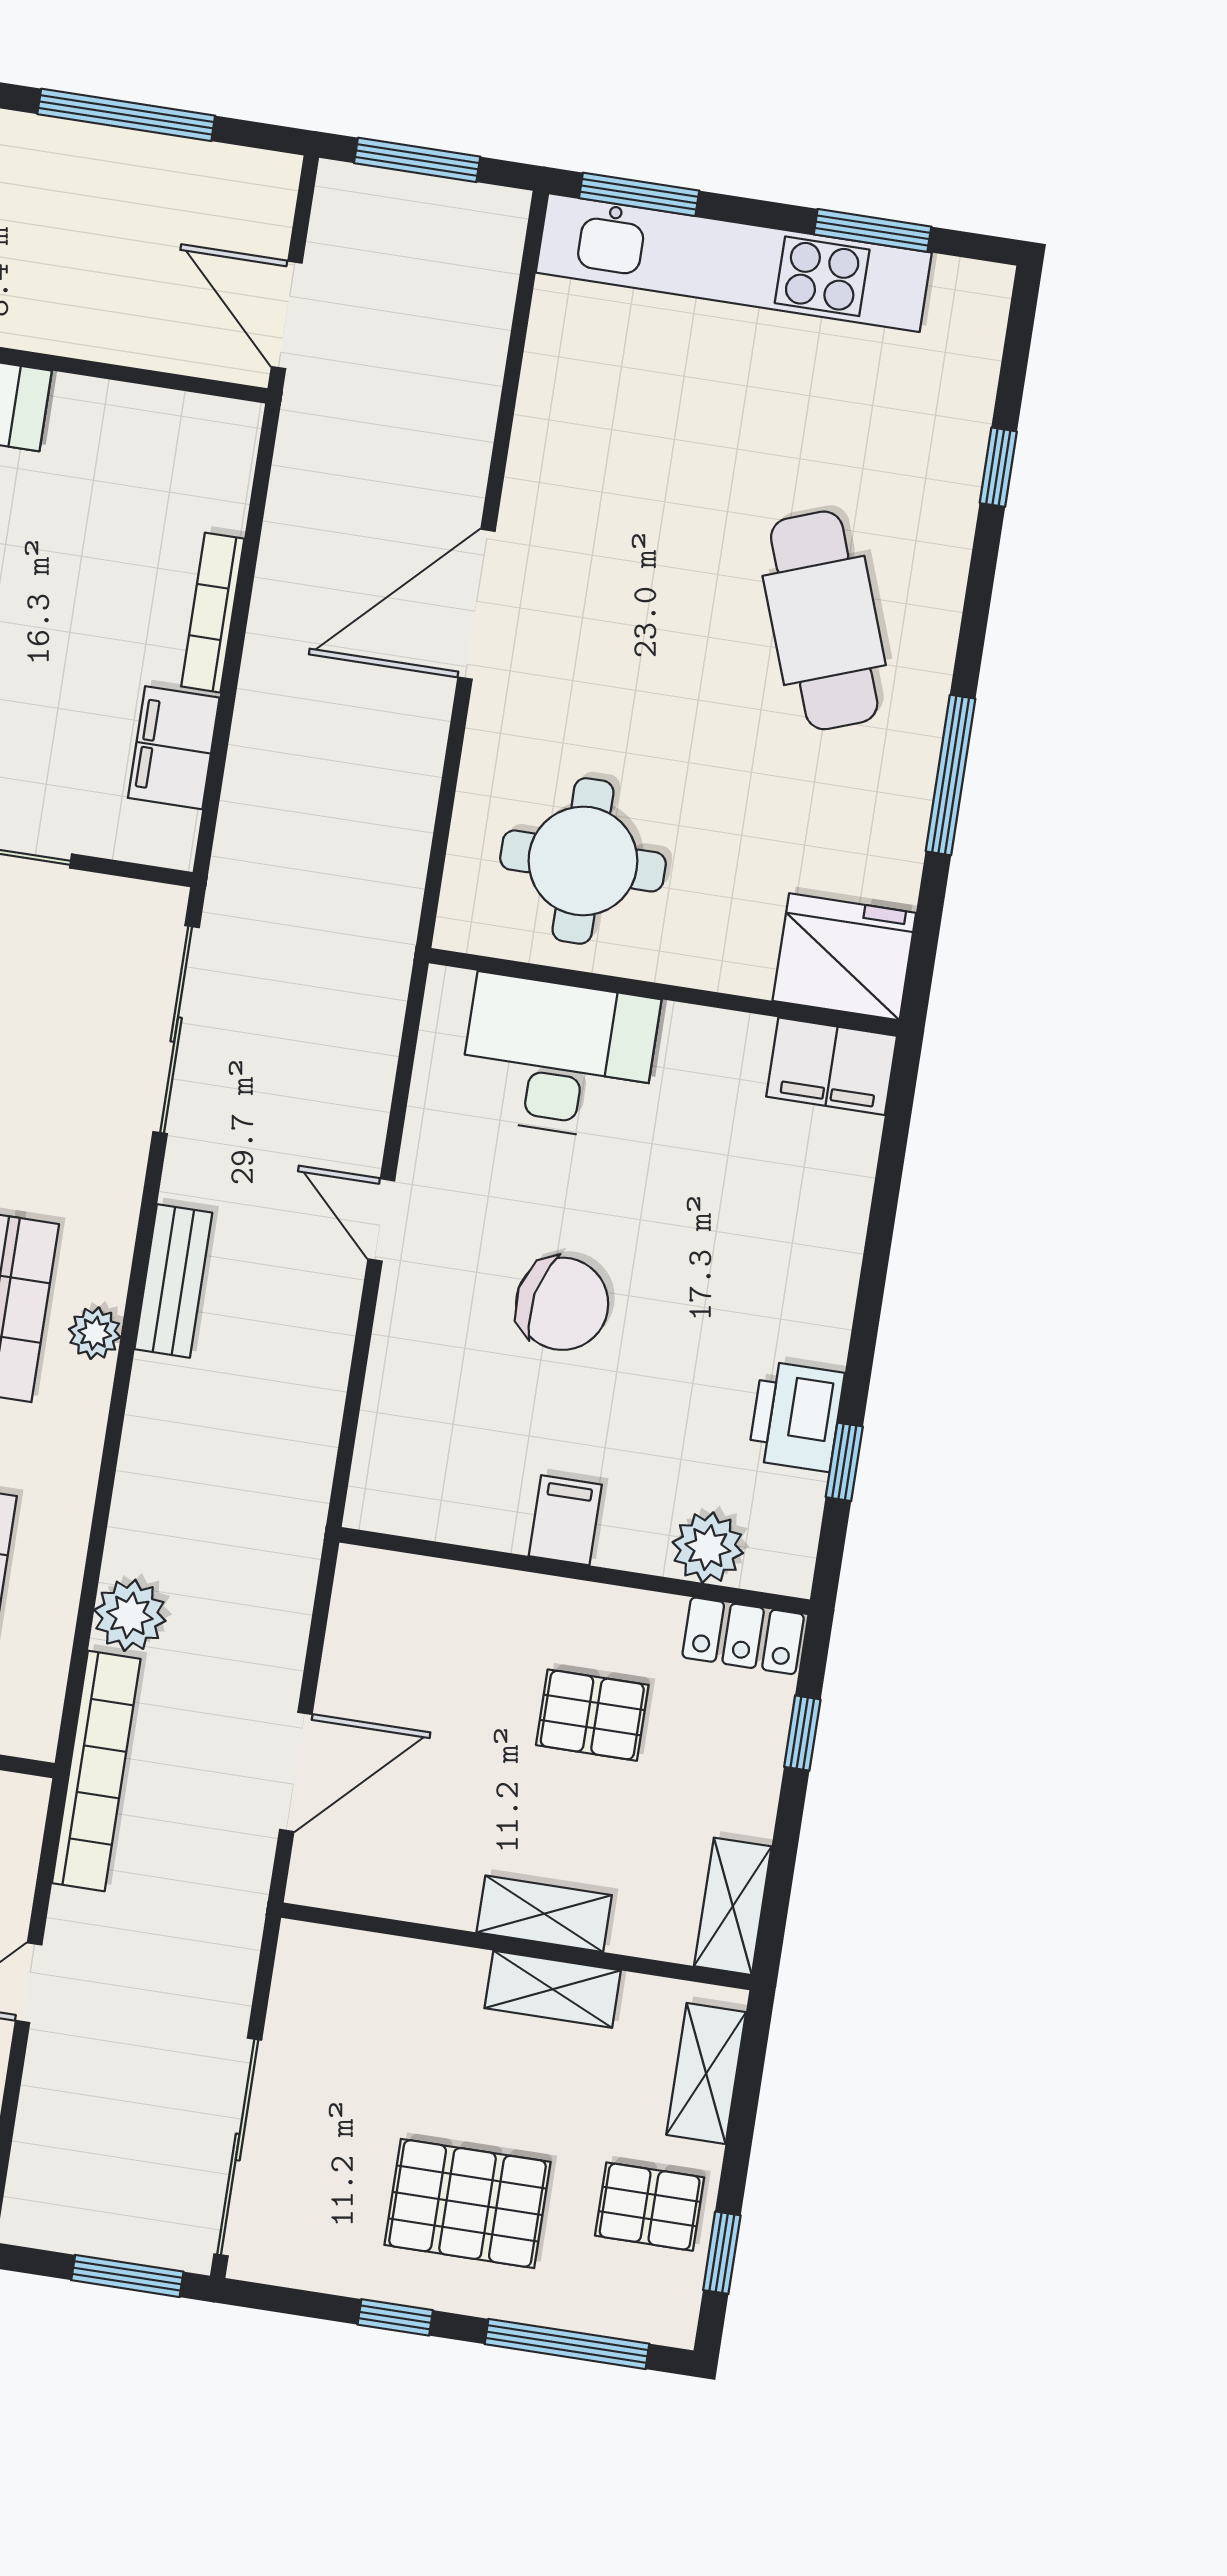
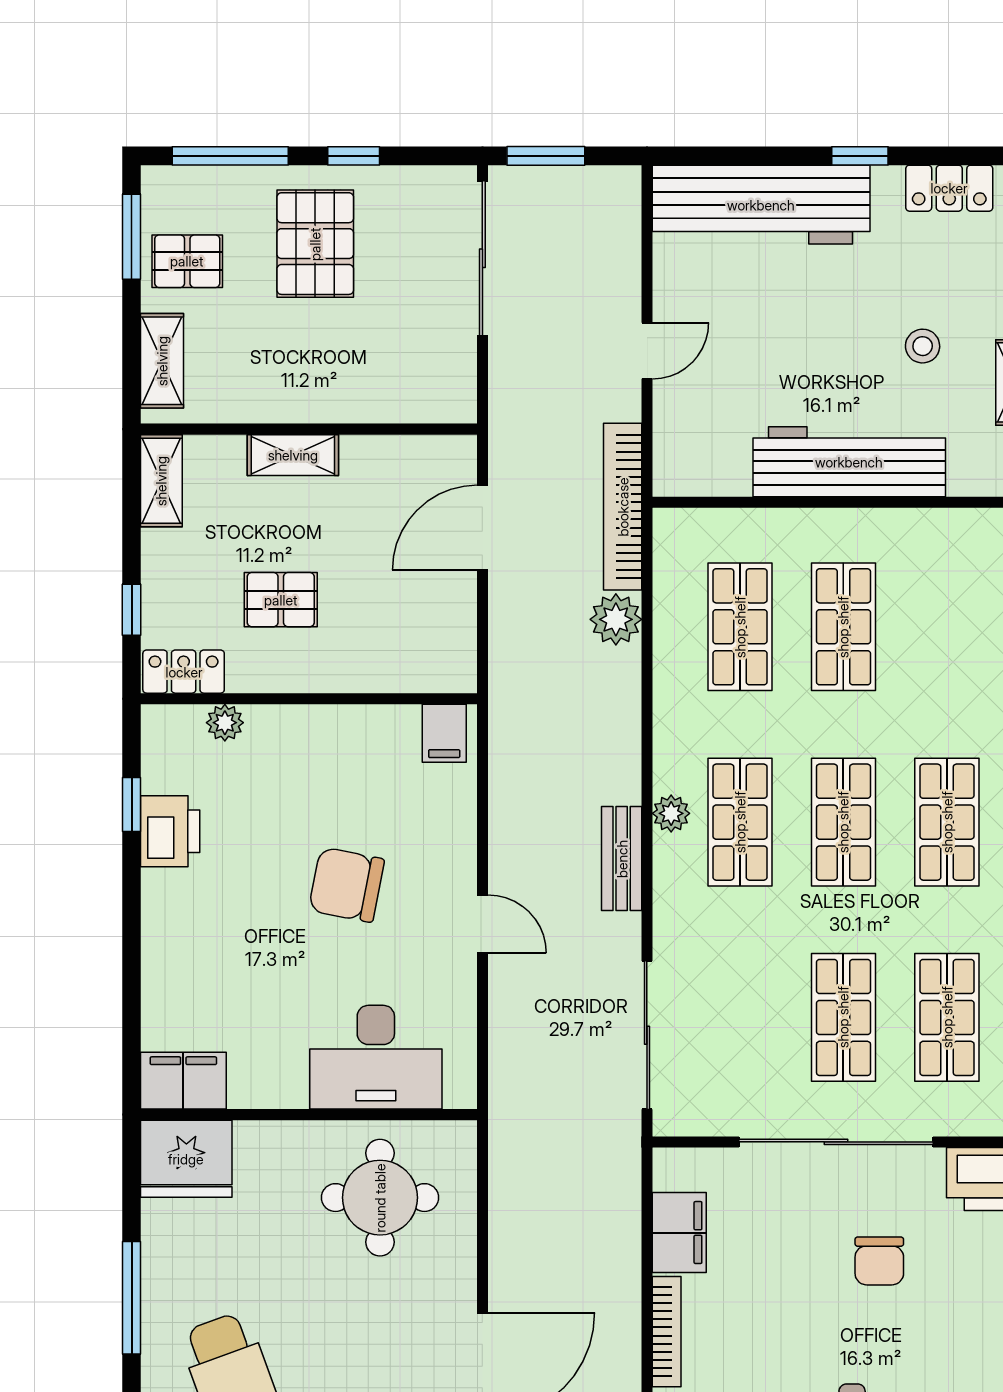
filing cabinet: (565, 1520) -> (444, 733), moved
plant: (708, 1548) -> (225, 723), width x0.73, depth x0.73
shelving: (553, 1989) -> (279, 403), removed
pallet: (468, 2203) -> (315, 244), turned 90
window: (722, 2253) -> (132, 237), width x1.50

